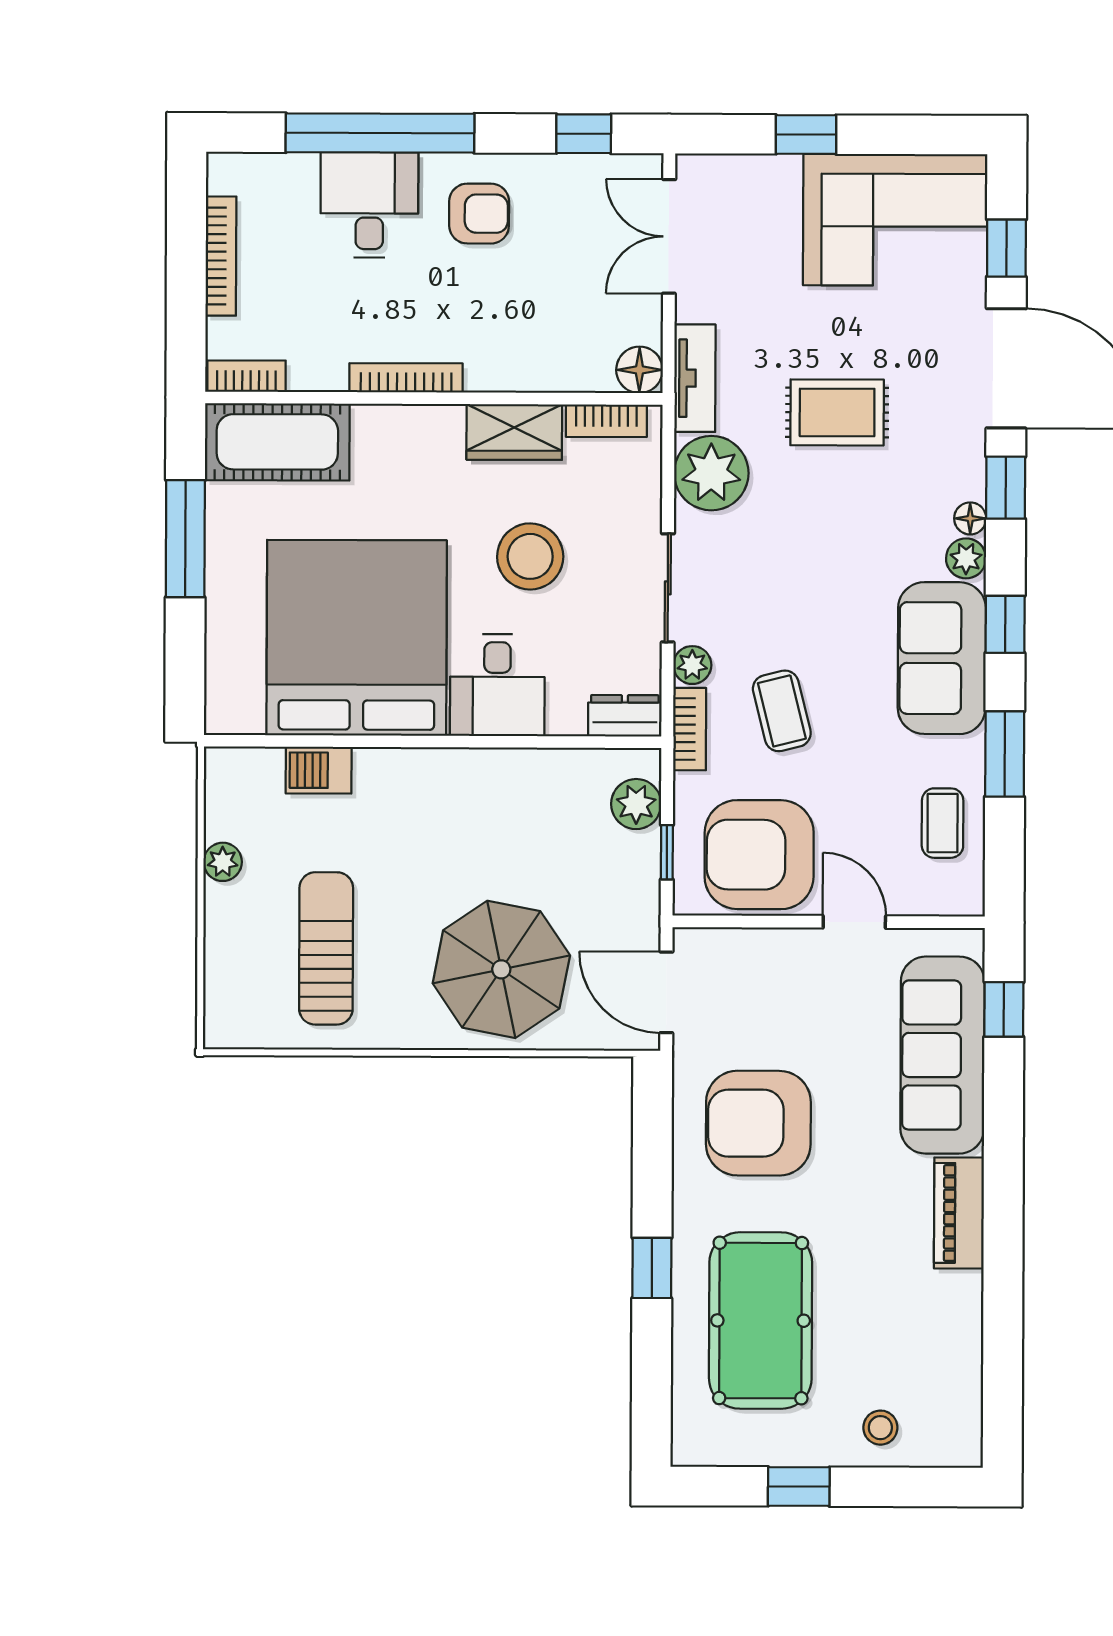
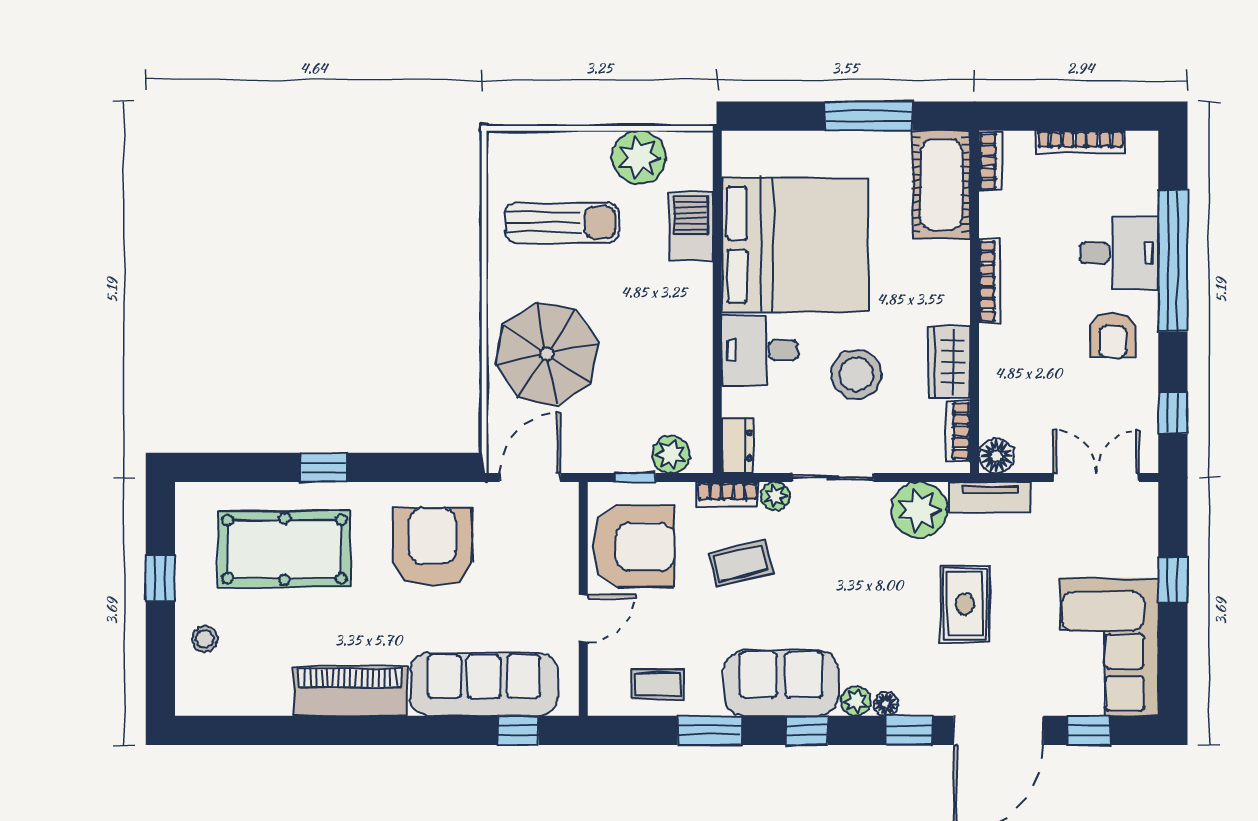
barbecue: (319, 770) -> (691, 226), width x1.38, depth x1.27
armchair: (759, 855) -> (633, 547), turned 90
plant: (223, 862) -> (639, 157), width x1.88, depth x1.88
piano: (959, 1213) -> (350, 691), width x1.37, depth x1.33

